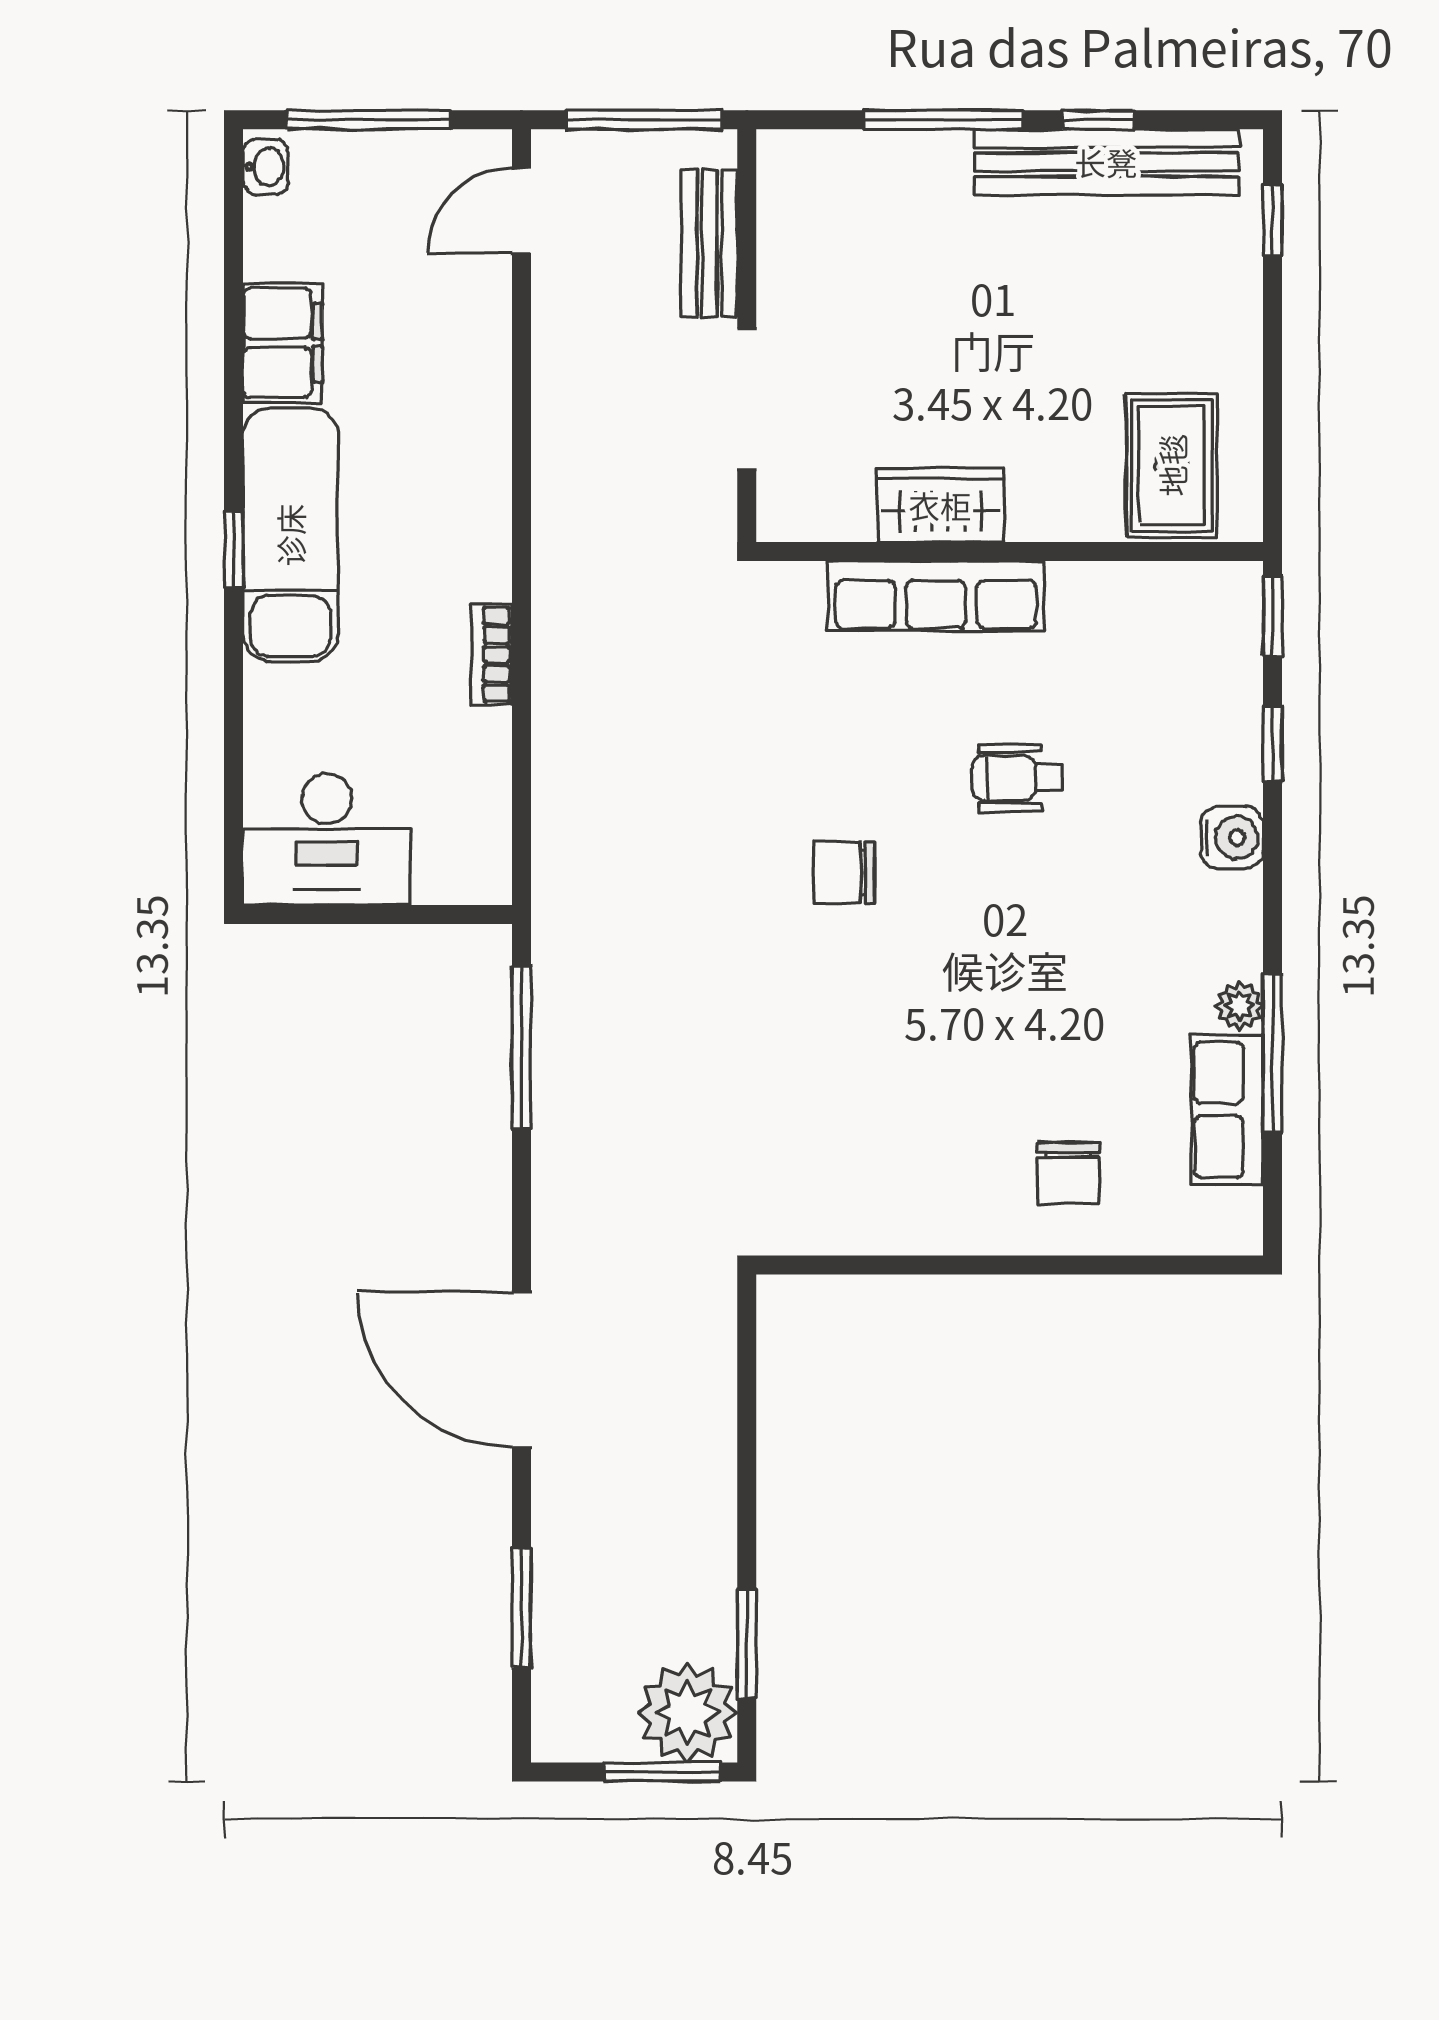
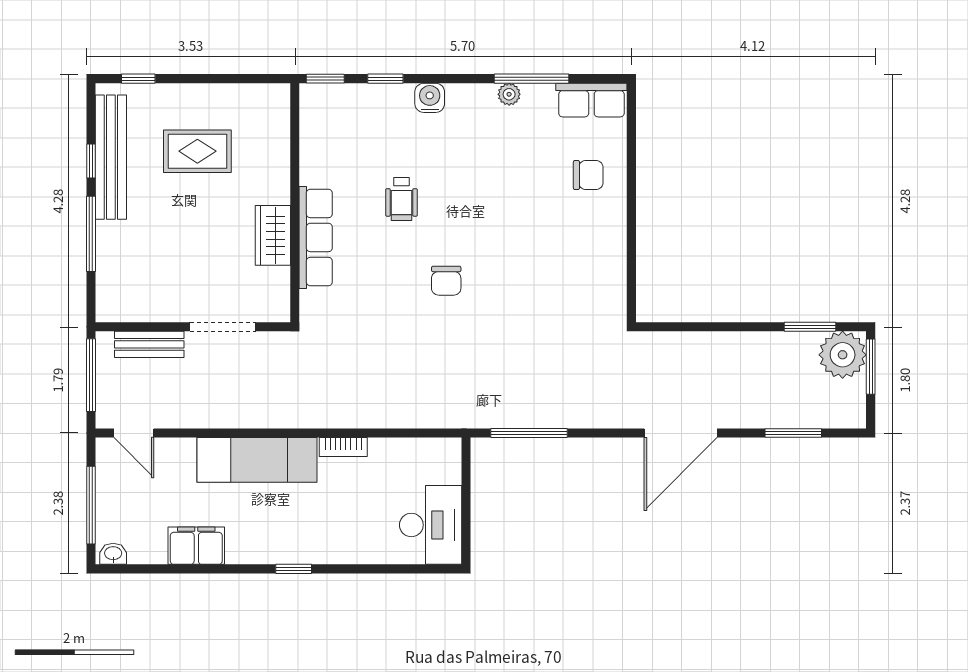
rug: (1172, 465) -> (197, 151), moved
exam couch: (290, 535) -> (257, 460), moved, turned 180
row of seats: (1227, 1110) -> (591, 100), moved

